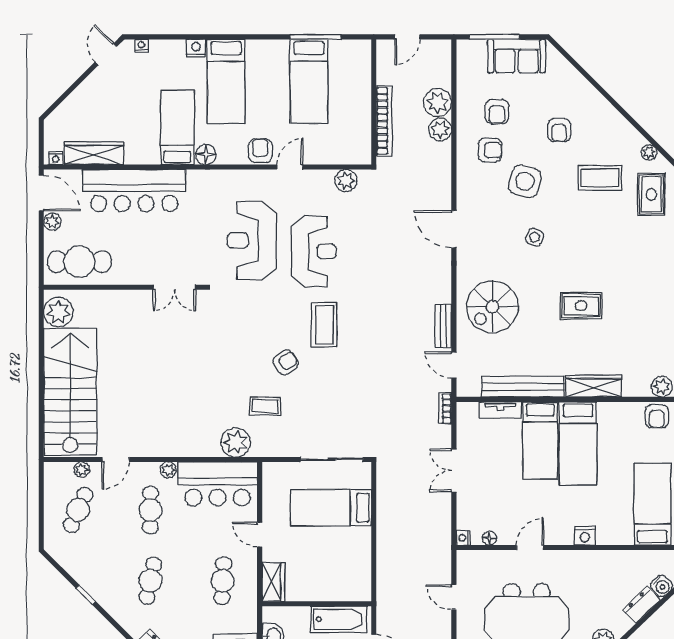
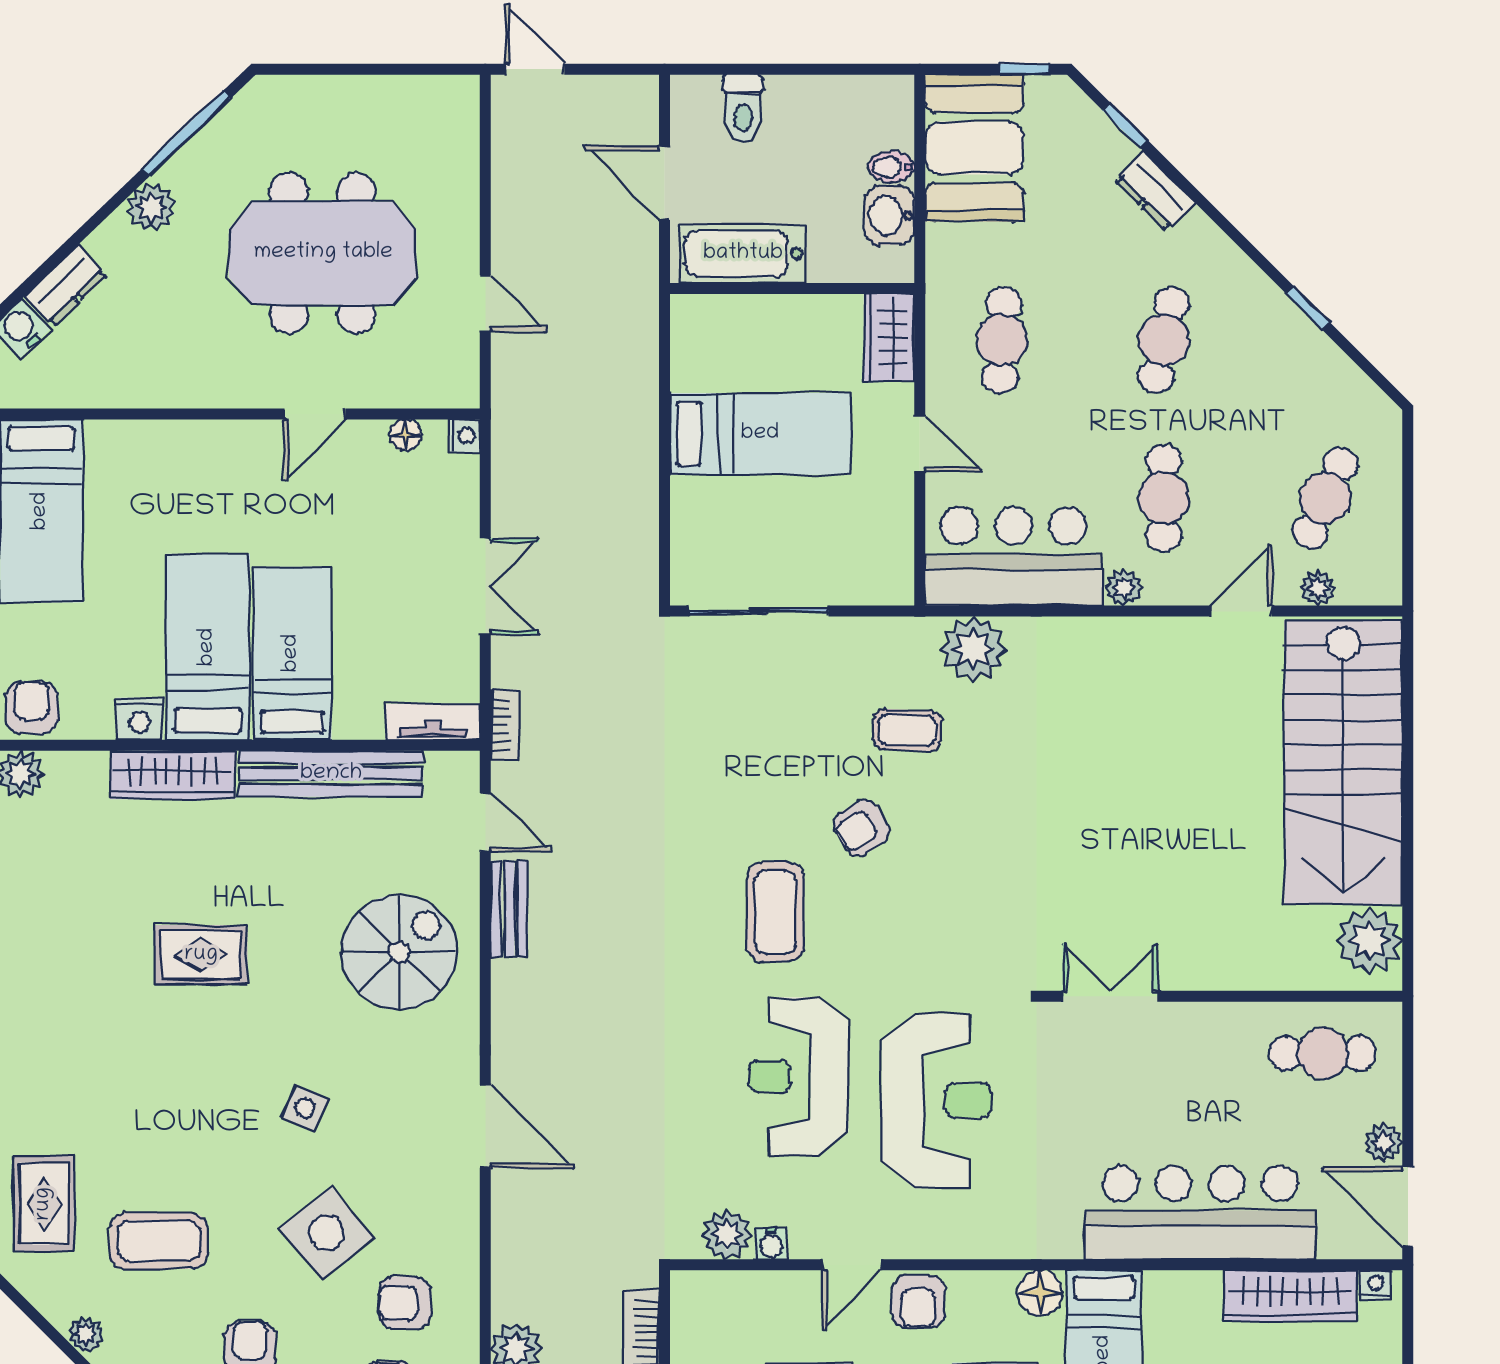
plant: (649, 152) -> (86, 1335), moved
water cooler: (326, 177) -> (771, 1243), added
side table: (525, 181) -> (327, 1233), turned 35
cafe table: (79, 262) -> (1323, 1053), width x0.73, depth x0.74
tv unit: (500, 410) -> (433, 722), moved
bed: (331, 508) -> (760, 434), moved
nightstand: (585, 536) -> (139, 719), moved, turned 180

